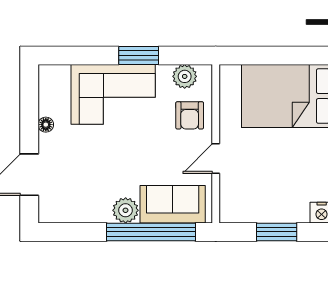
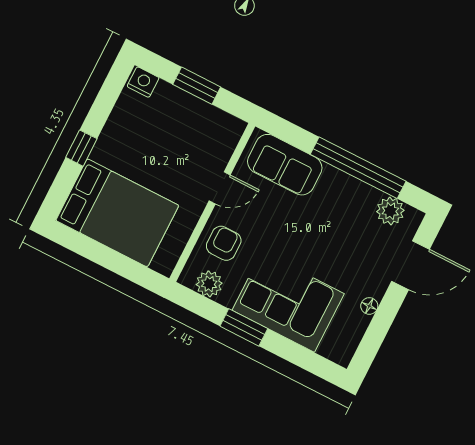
plant: (126, 210) -> (390, 211), moved
window: (151, 232) -> (358, 168), moved

